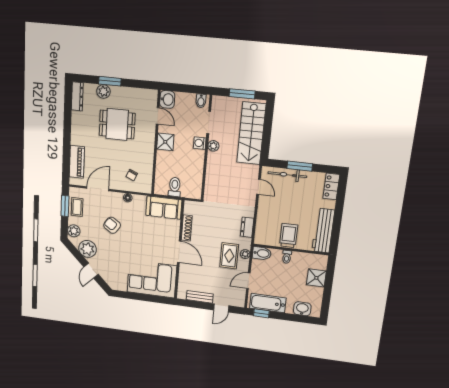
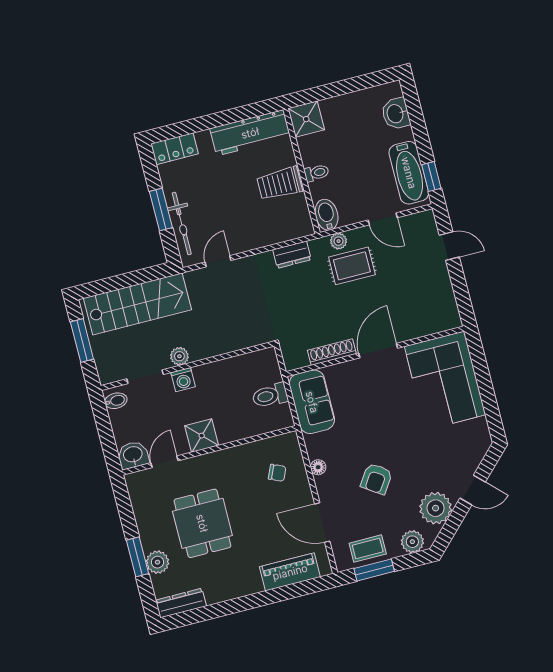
shower: (316, 278) -> (306, 119), moved
bench: (200, 297) -> (444, 289), removed

